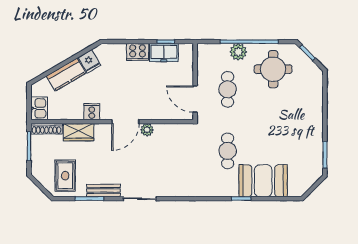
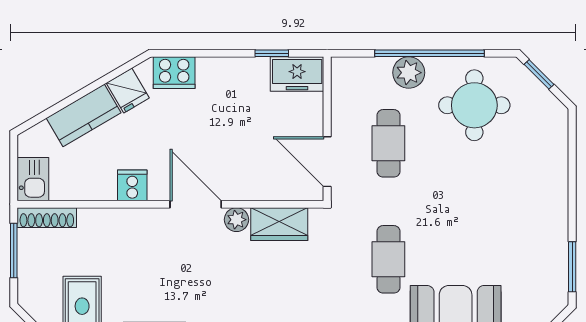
cooker: (138, 52) -> (174, 73), moved
freezer: (164, 53) -> (297, 74), moved
door: (125, 122) -> (196, 204), swing flipped
wardrobe: (79, 132) -> (279, 224), moved

